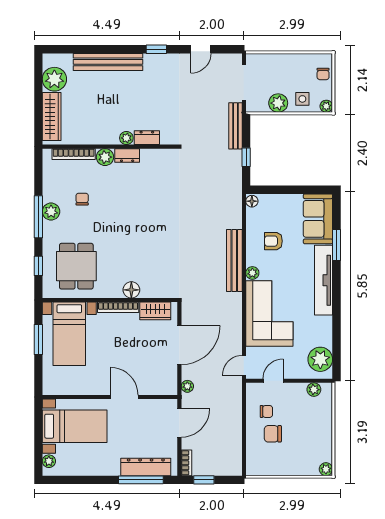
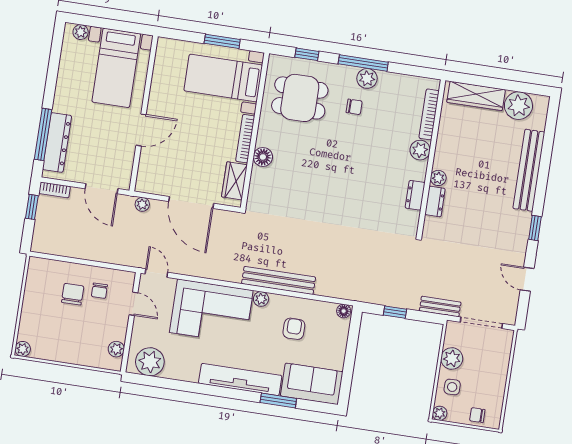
bench: (235, 126) -> (440, 307), width x0.73
dresser: (127, 155) -> (415, 195), moved
chair: (82, 199) -> (354, 107), moved

